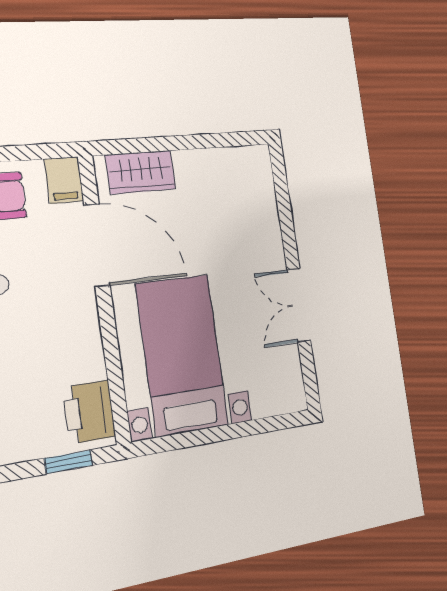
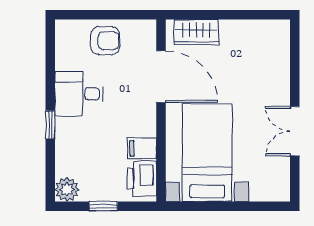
filing cabinet: (64, 180) -> (142, 148), moved, turned 90
window: (68, 462) -> (103, 206), moved

